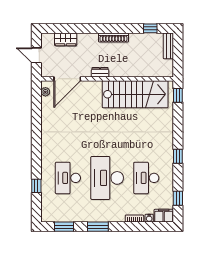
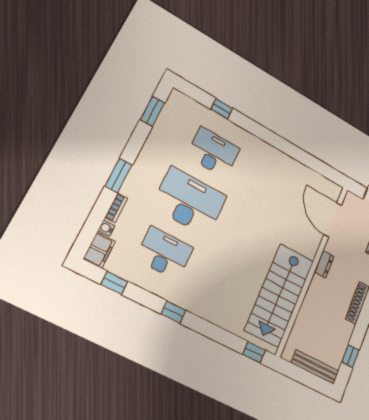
bench: (168, 46) -> (315, 367), width x1.36
plant: (45, 92) -> (329, 185), removed
window: (98, 227) -> (119, 175), moved

